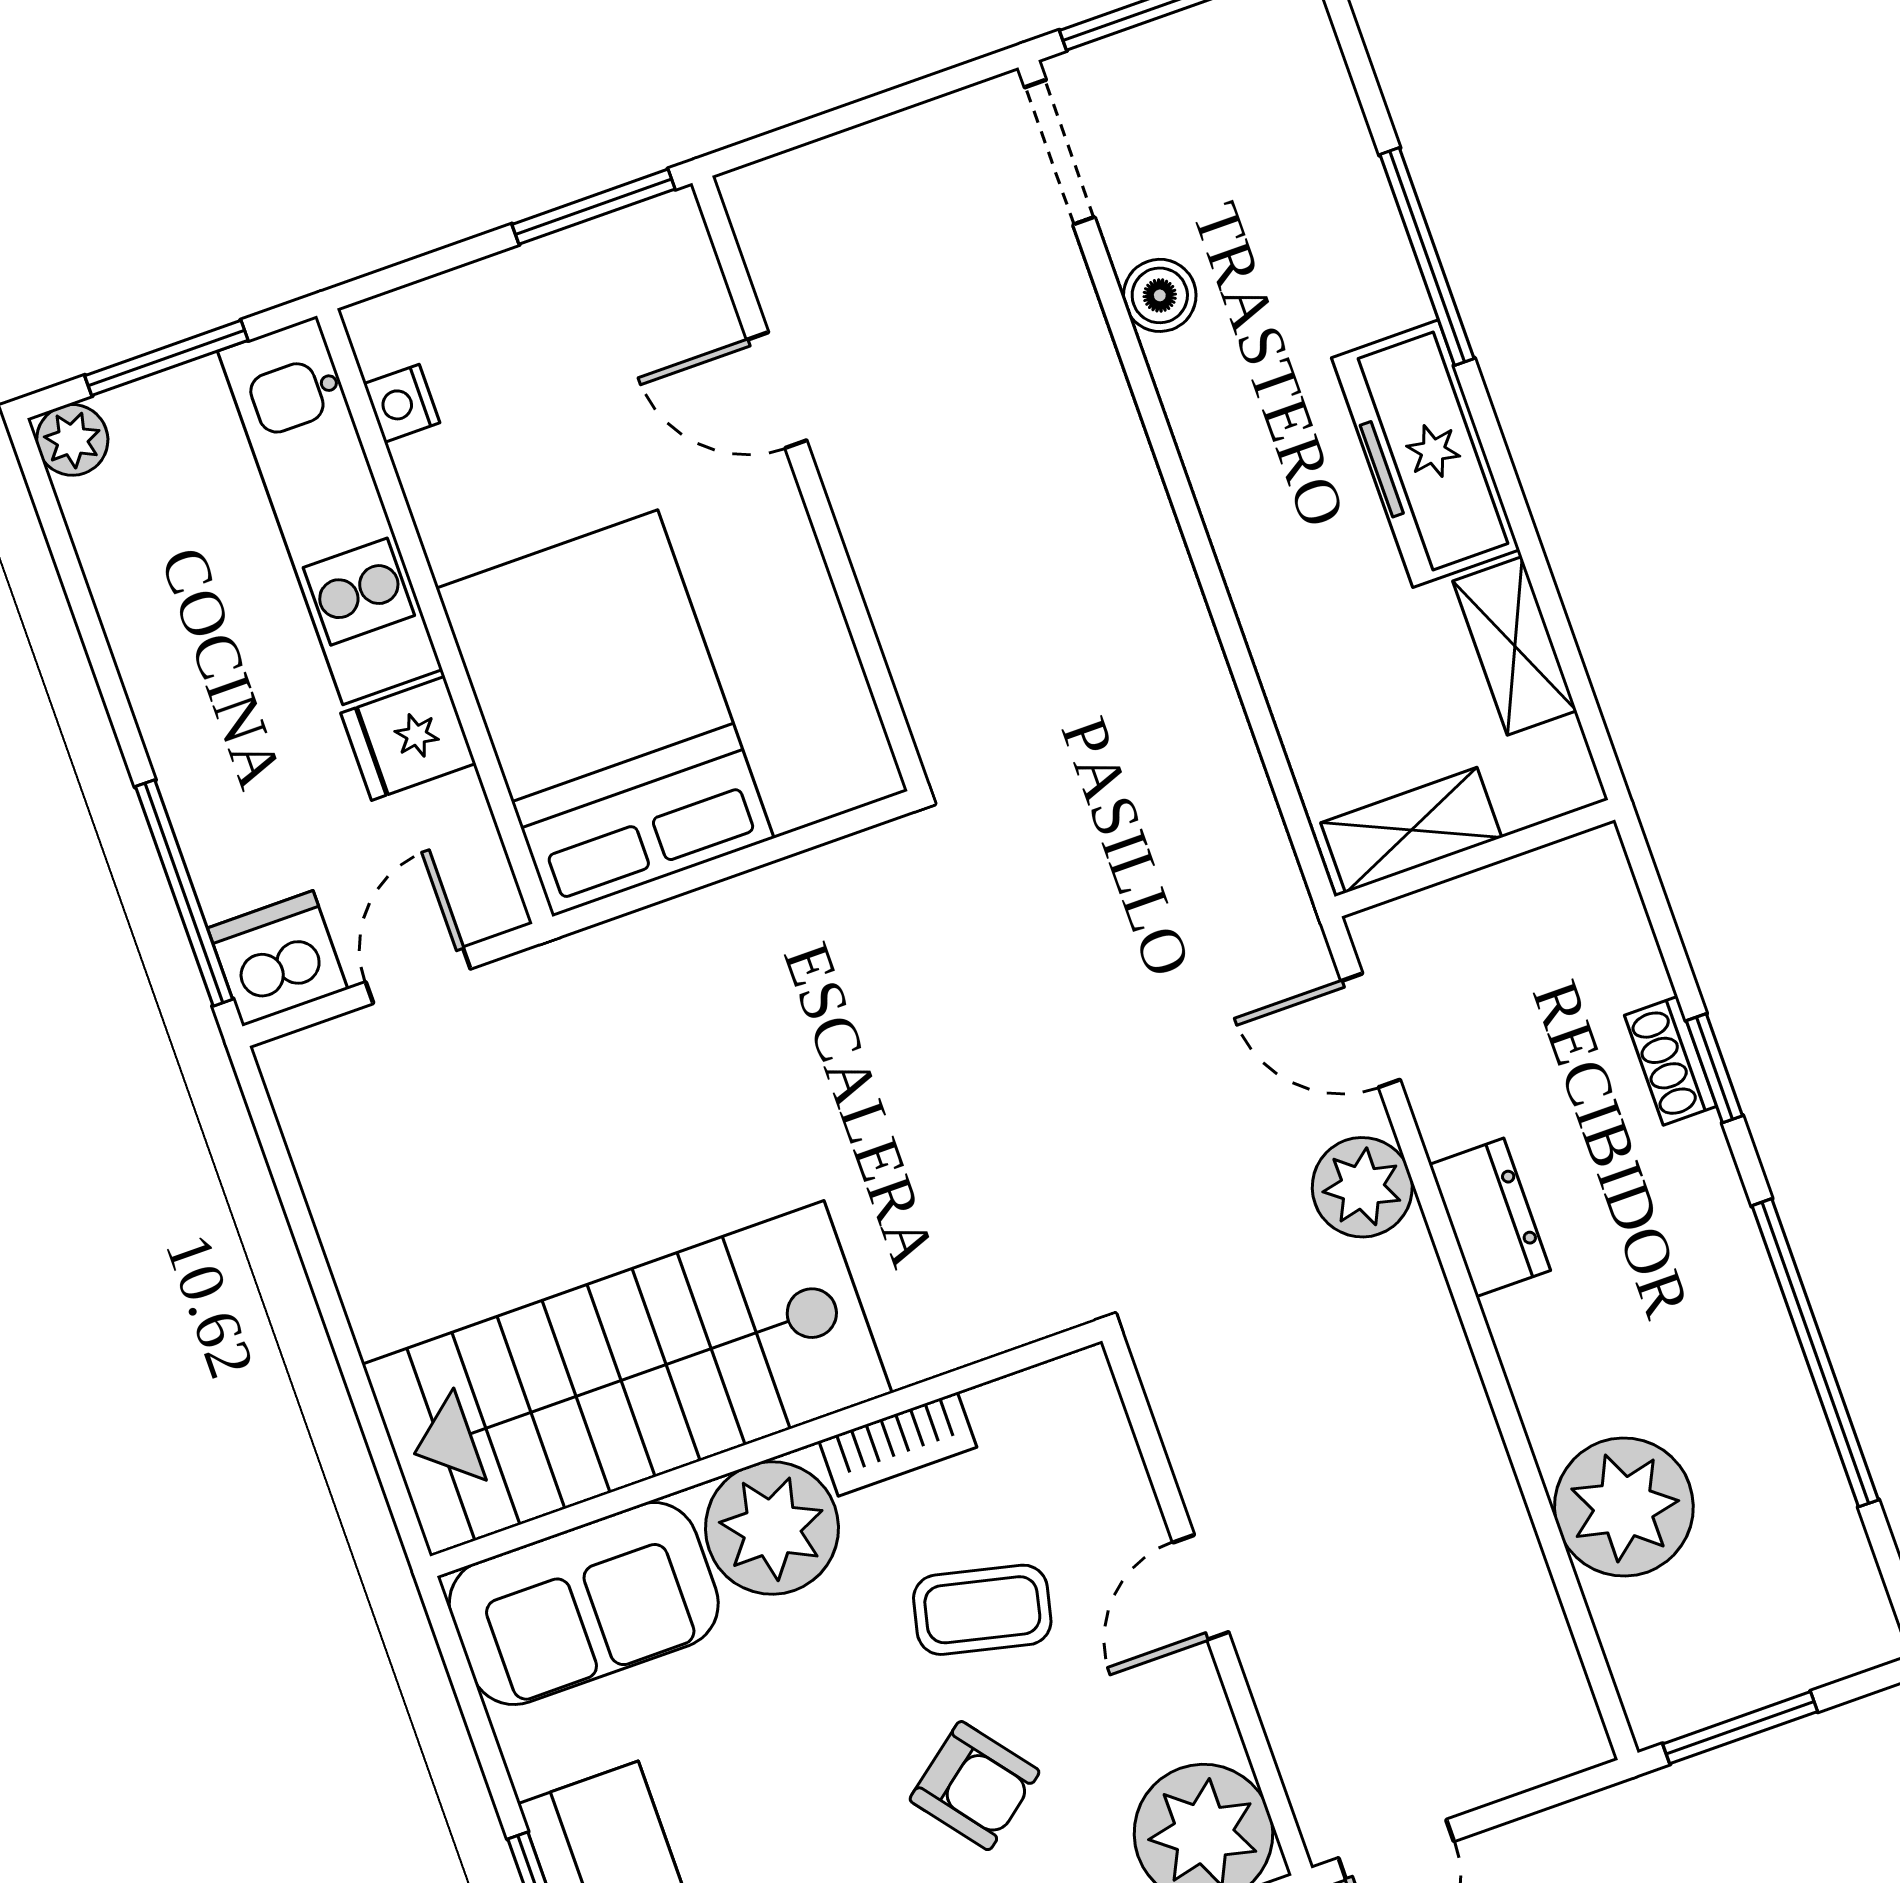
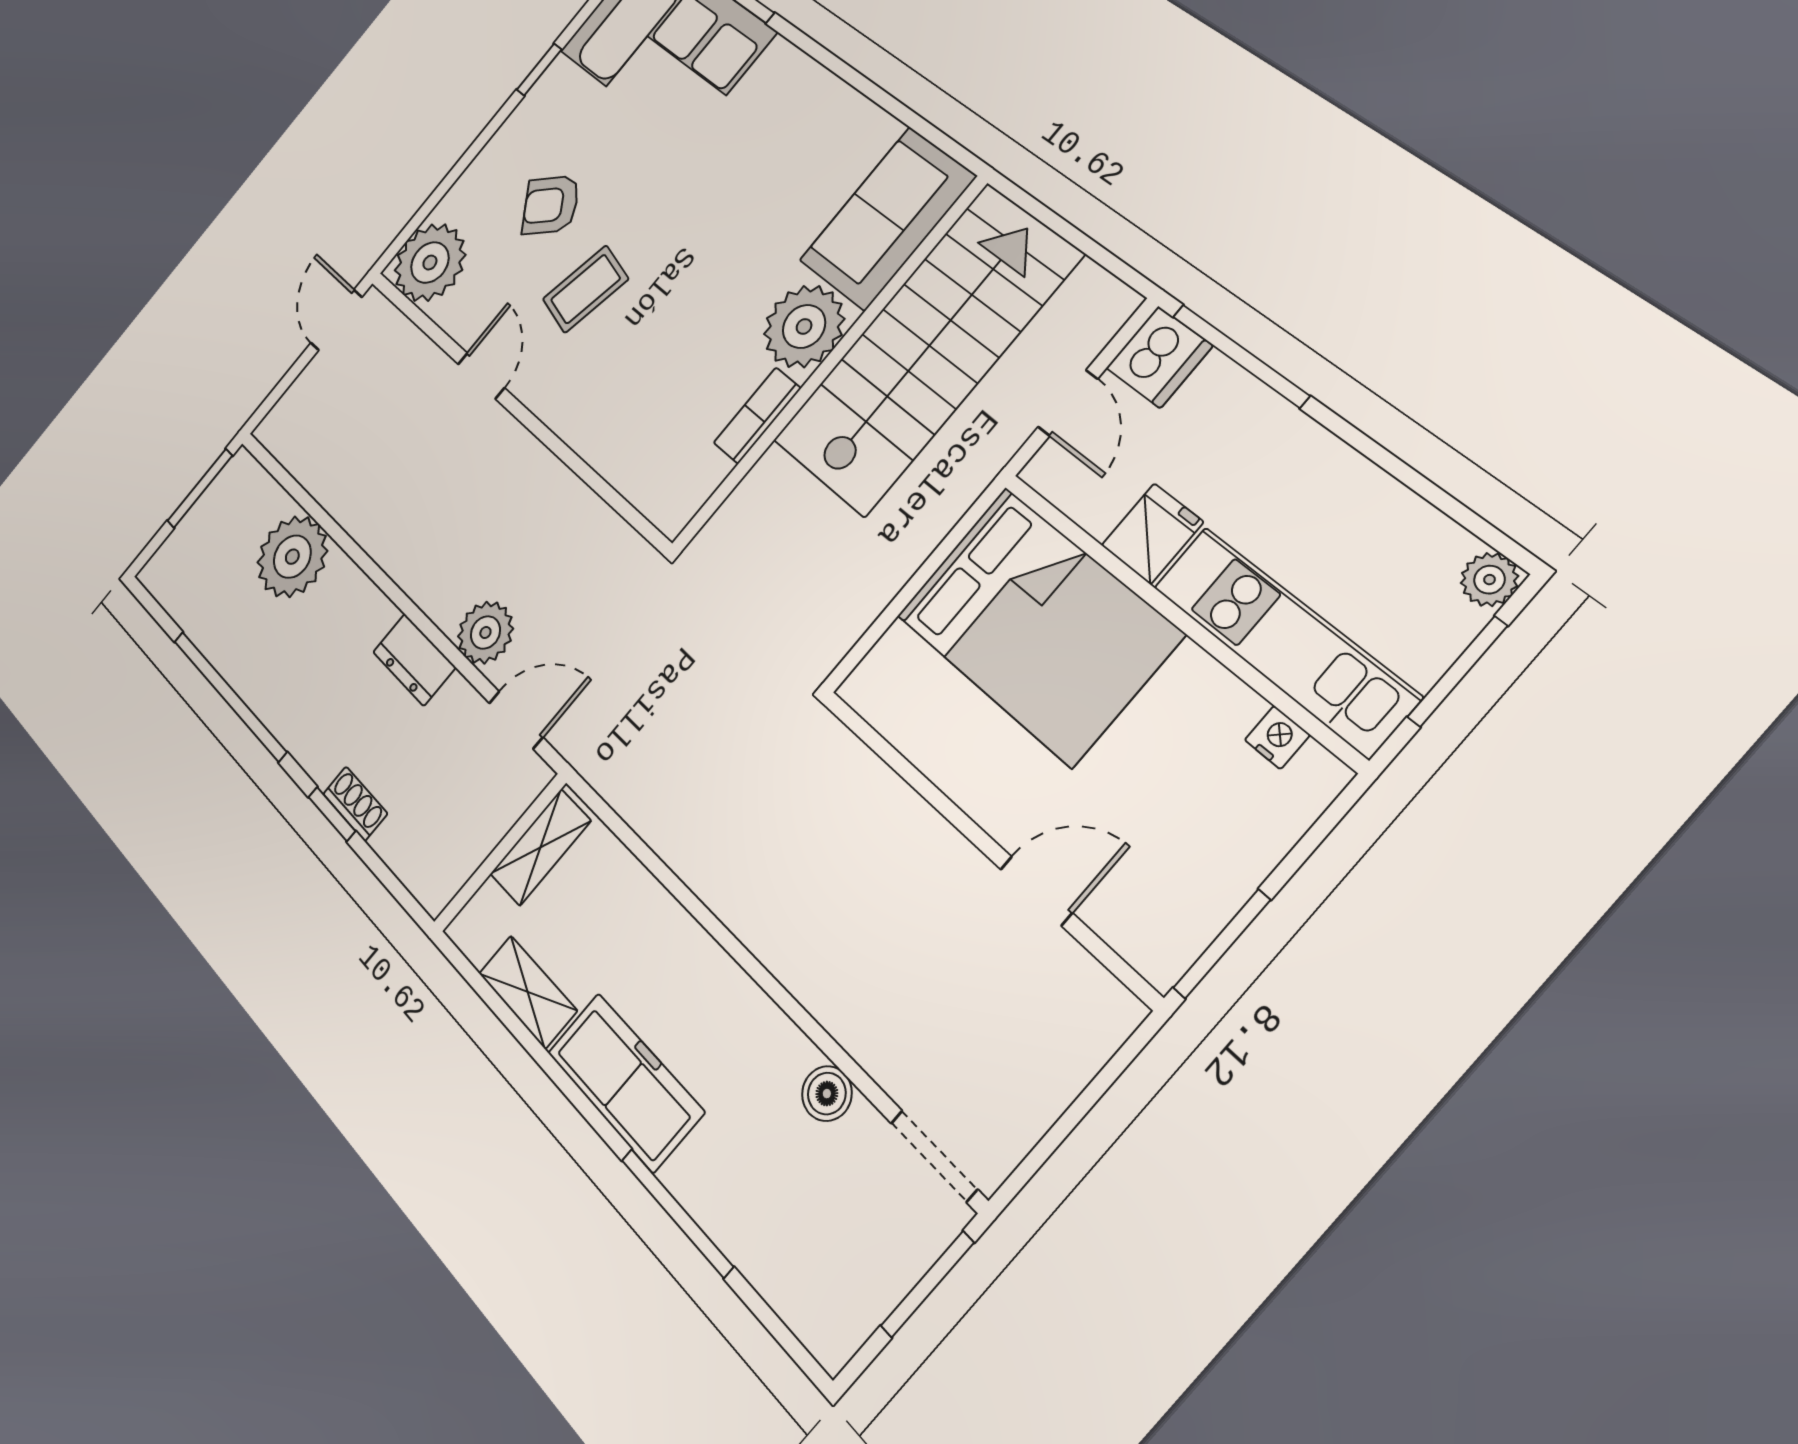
stairs: (627, 1379) -> (927, 349), moved
bookcase: (898, 1444) -> (757, 416), moved
wall: (766, 1449) -> (828, 365), moved
plant: (772, 1528) -> (804, 326), moved
sofa: (584, 1603) -> (887, 219), moved

